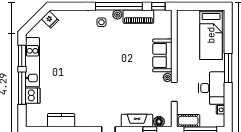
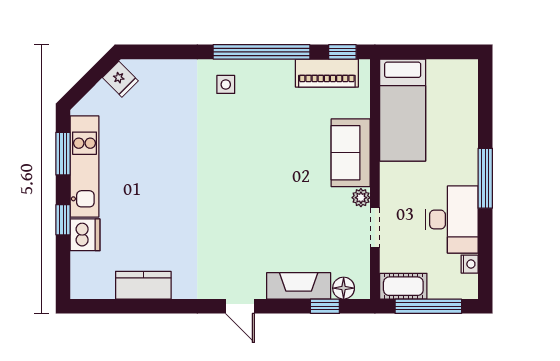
plant: (117, 15) -> (258, 69), removed
piano: (138, 17) -> (327, 73), moved
bed: (211, 35) -> (403, 110), moved
window: (22, 88) -> (63, 220), width x0.46

